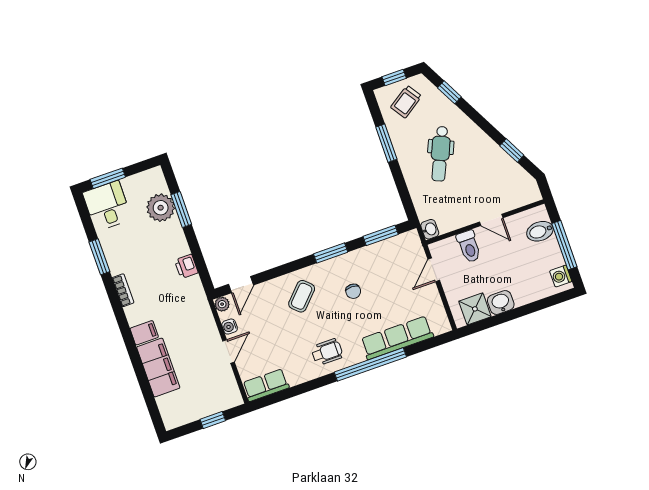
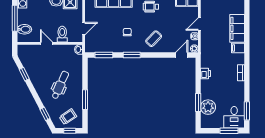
window: (99, 257) -> (247, 111), moved

